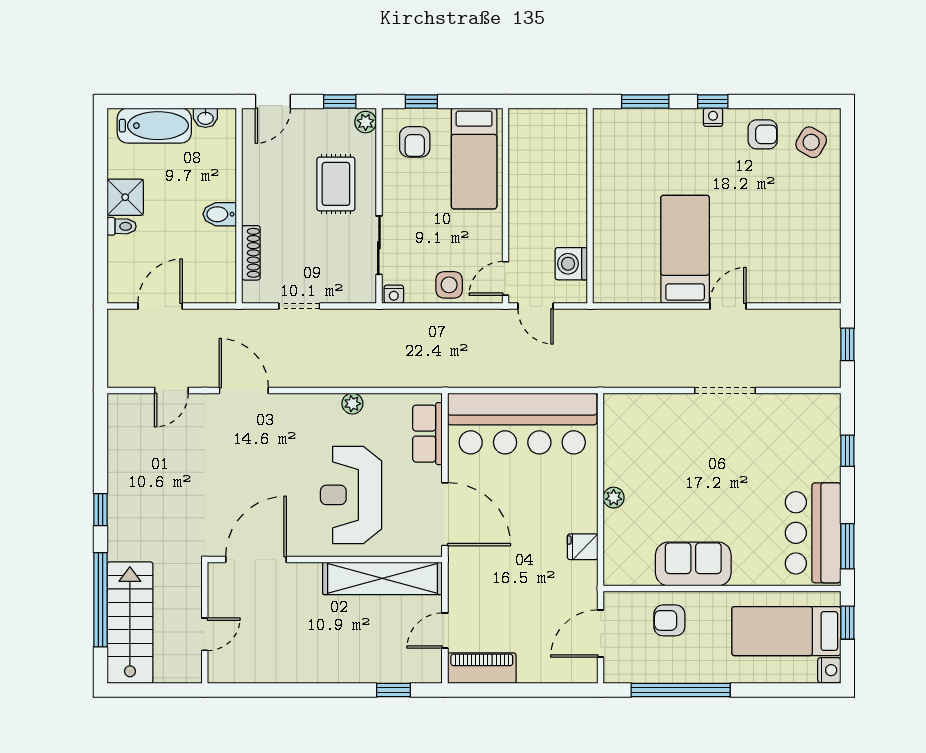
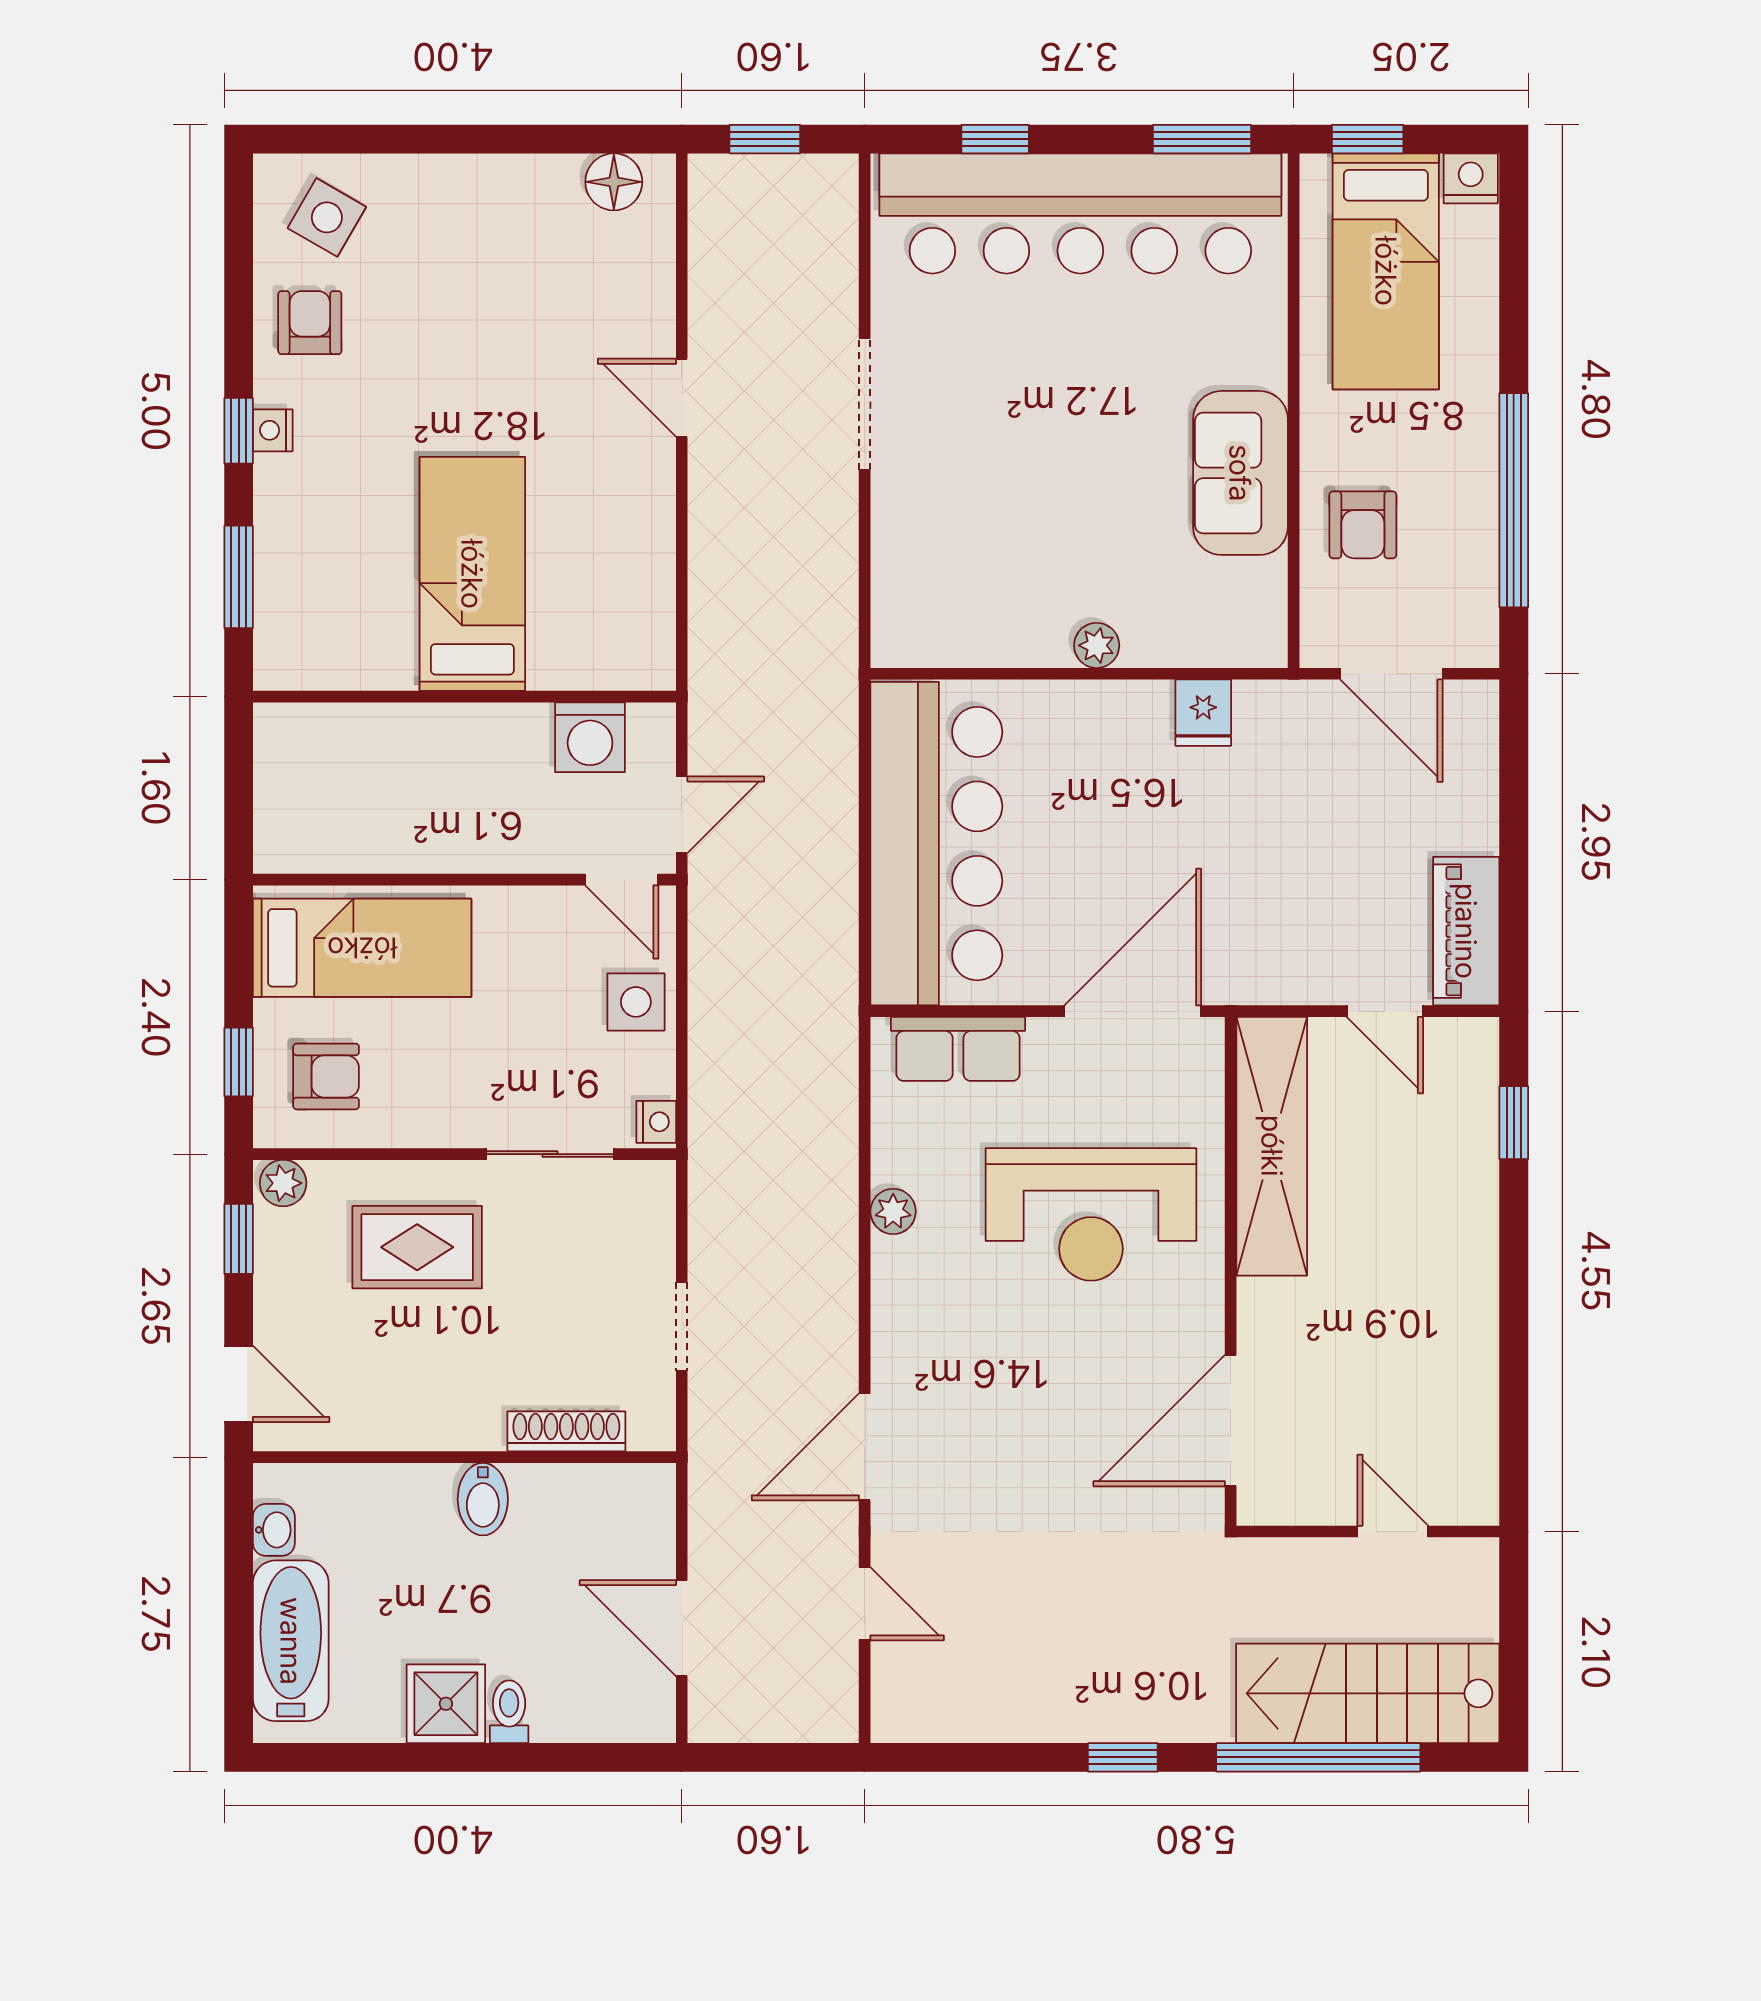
bed: (685, 249) -> (472, 574), moved, turned 90
floor lamp: (828, 275) -> (614, 182), added
bar counter: (813, 533) -> (1080, 213), width x1.86
door: (256, 559) -> (1231, 1421), hinge flipped

